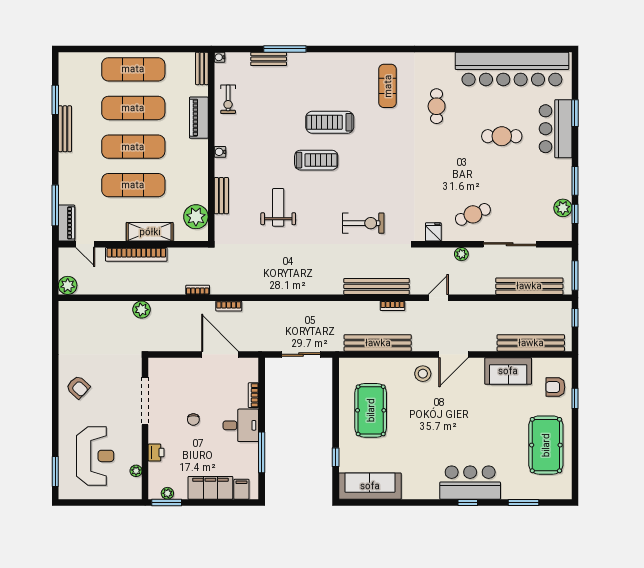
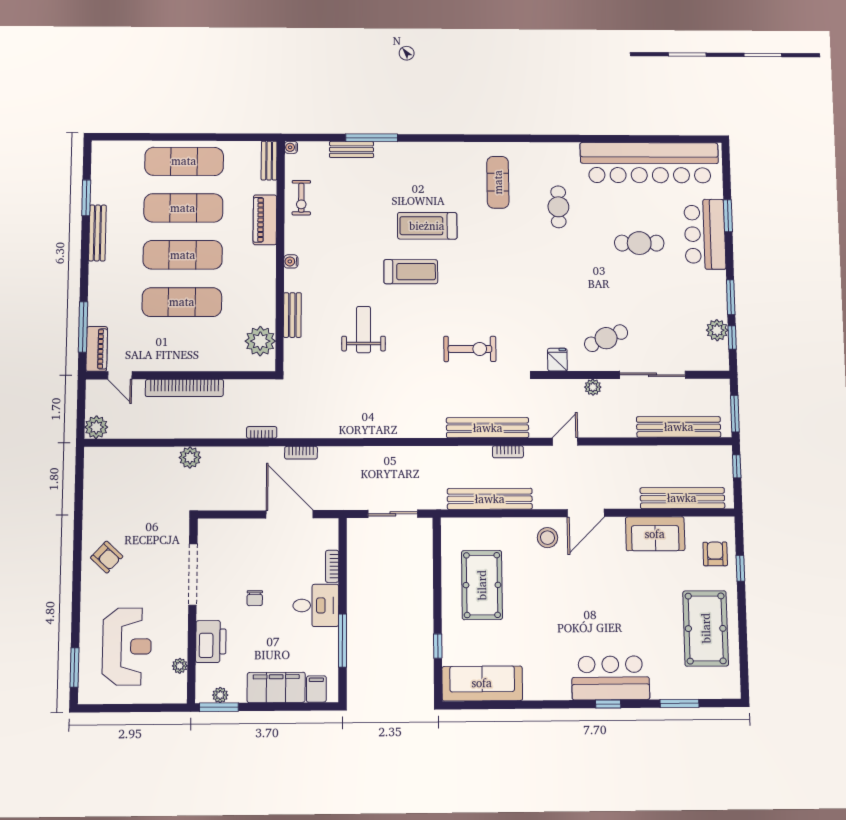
shelving: (150, 232) -> (202, 360), removed
armchair: (555, 387) -> (715, 554), turned 90
printer: (156, 453) -> (211, 642), width x1.87, depth x1.48

